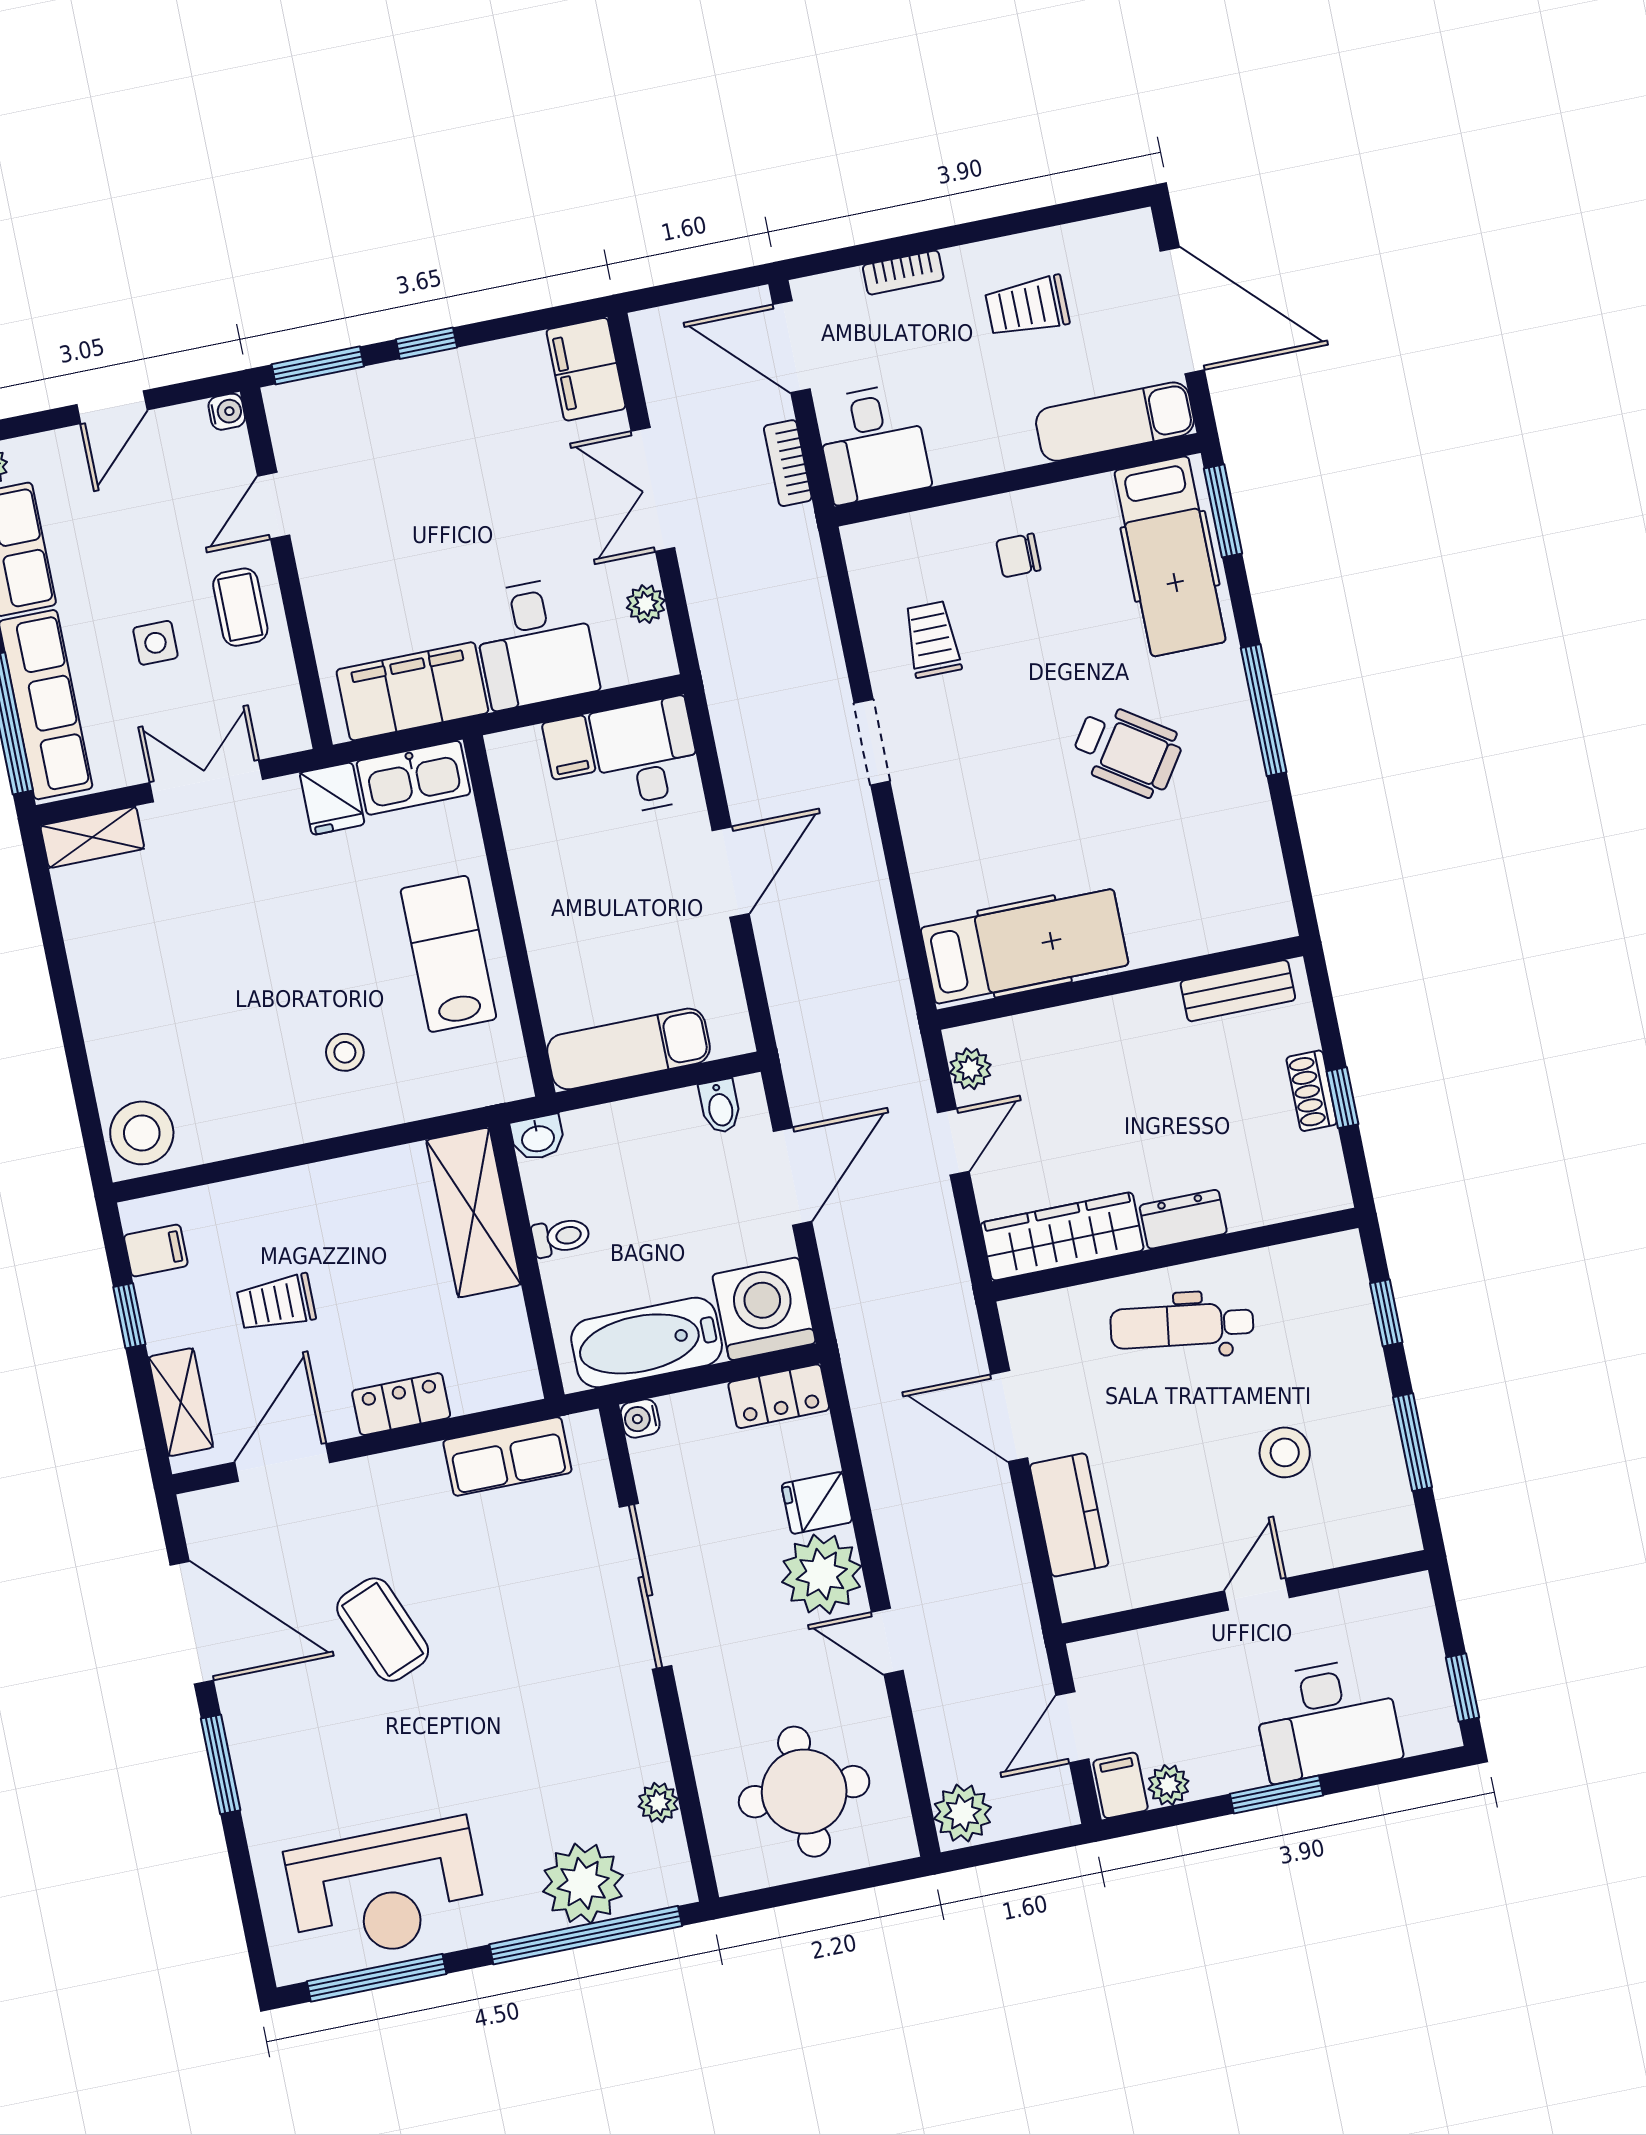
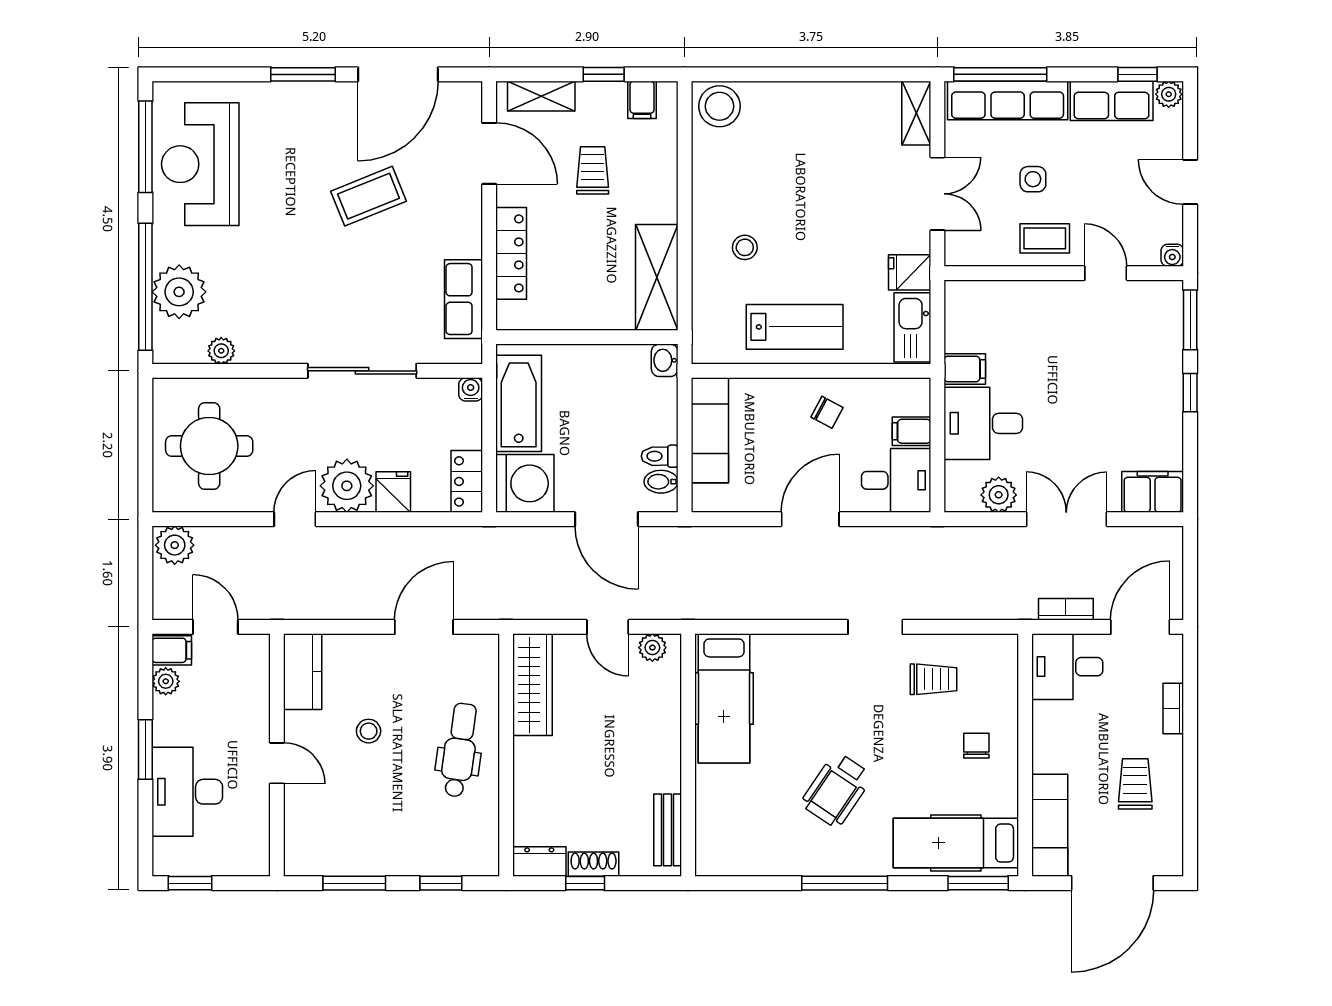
plant: (646, 604) -> (999, 495), width x1.38, depth x1.38
filing cabinet: (412, 691) -> (965, 369), width x0.33, depth x0.86
door: (731, 872) -> (810, 519), swing flipped
chair: (566, 879) -> (827, 412), added
shelving: (474, 1213) -> (657, 277), moved, turned 90
dresser: (1183, 1219) -> (539, 861), moved, turned -90
toilet: (561, 1237) -> (660, 456), moved, turned 90
locker: (401, 1404) -> (511, 253), width x1.53
stool: (1285, 1452) -> (369, 731), moved, width x0.73, depth x0.73
kitchen counter: (1069, 1515) -> (303, 672), moved, turned -90

